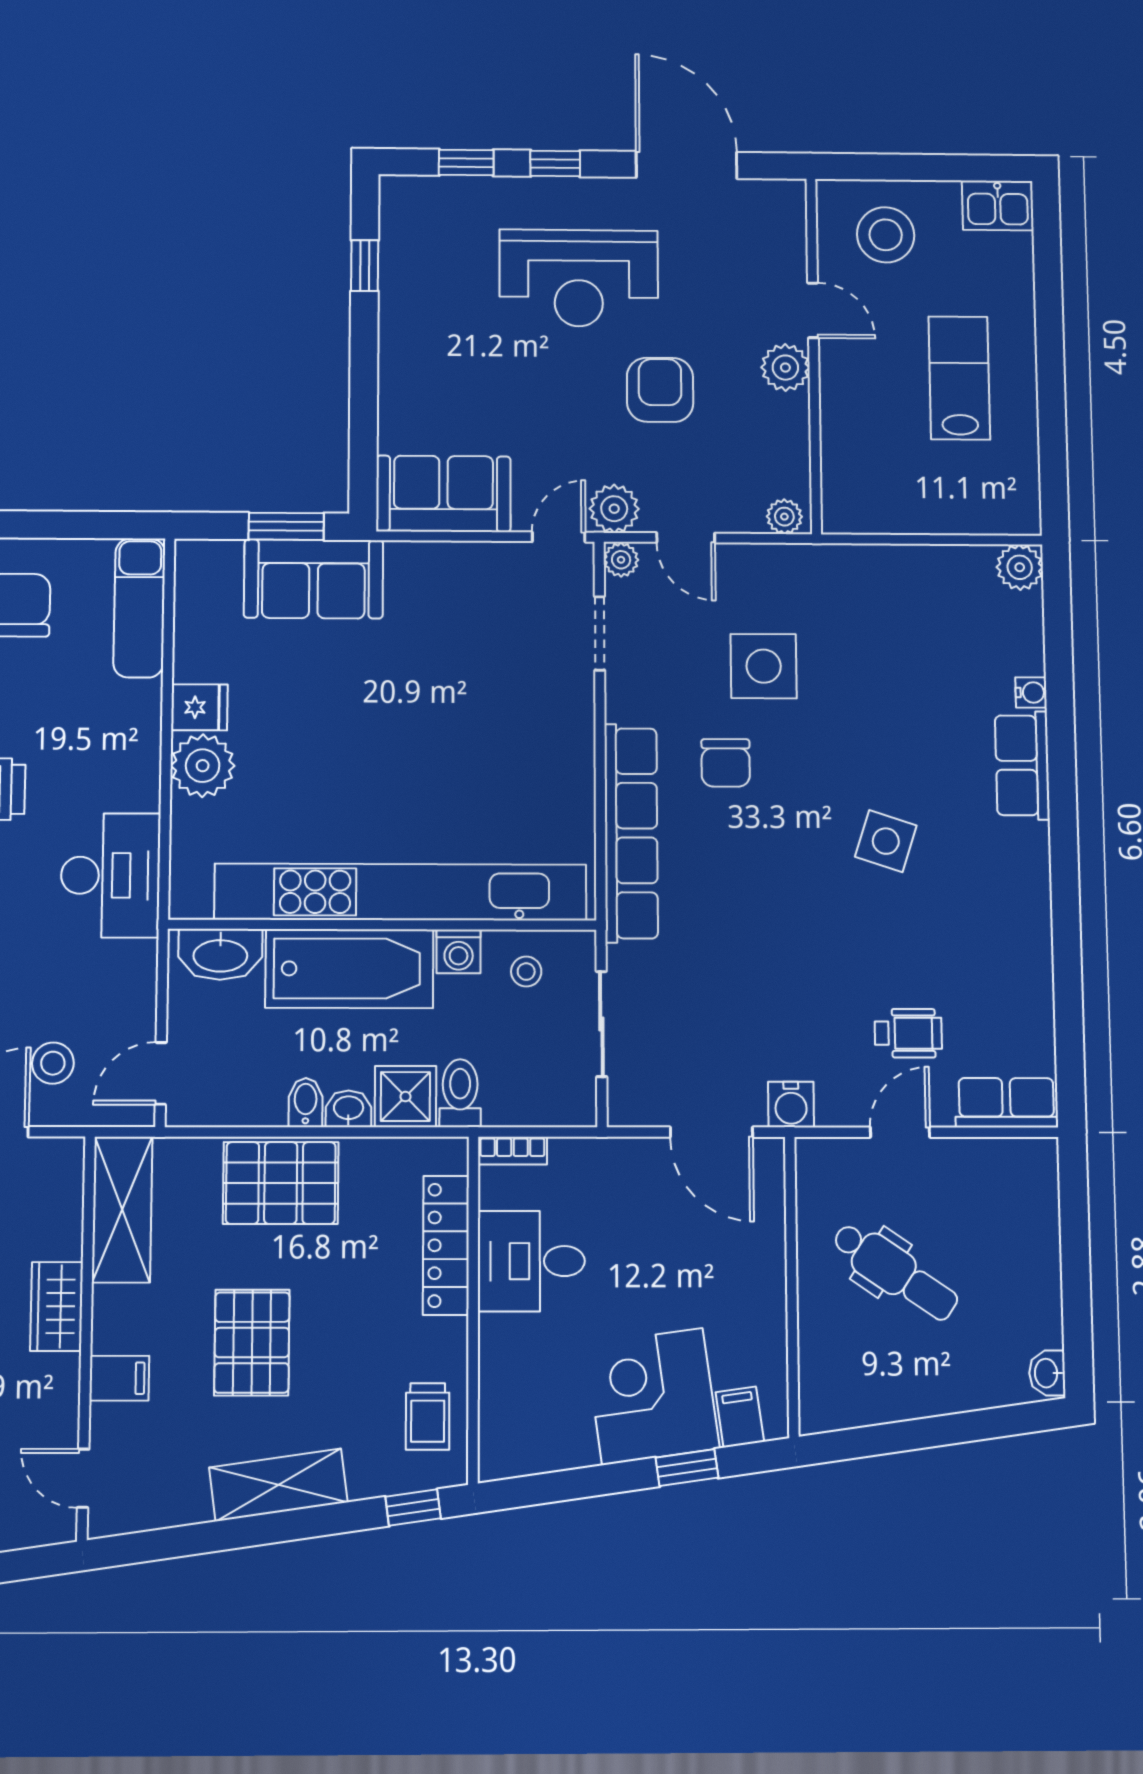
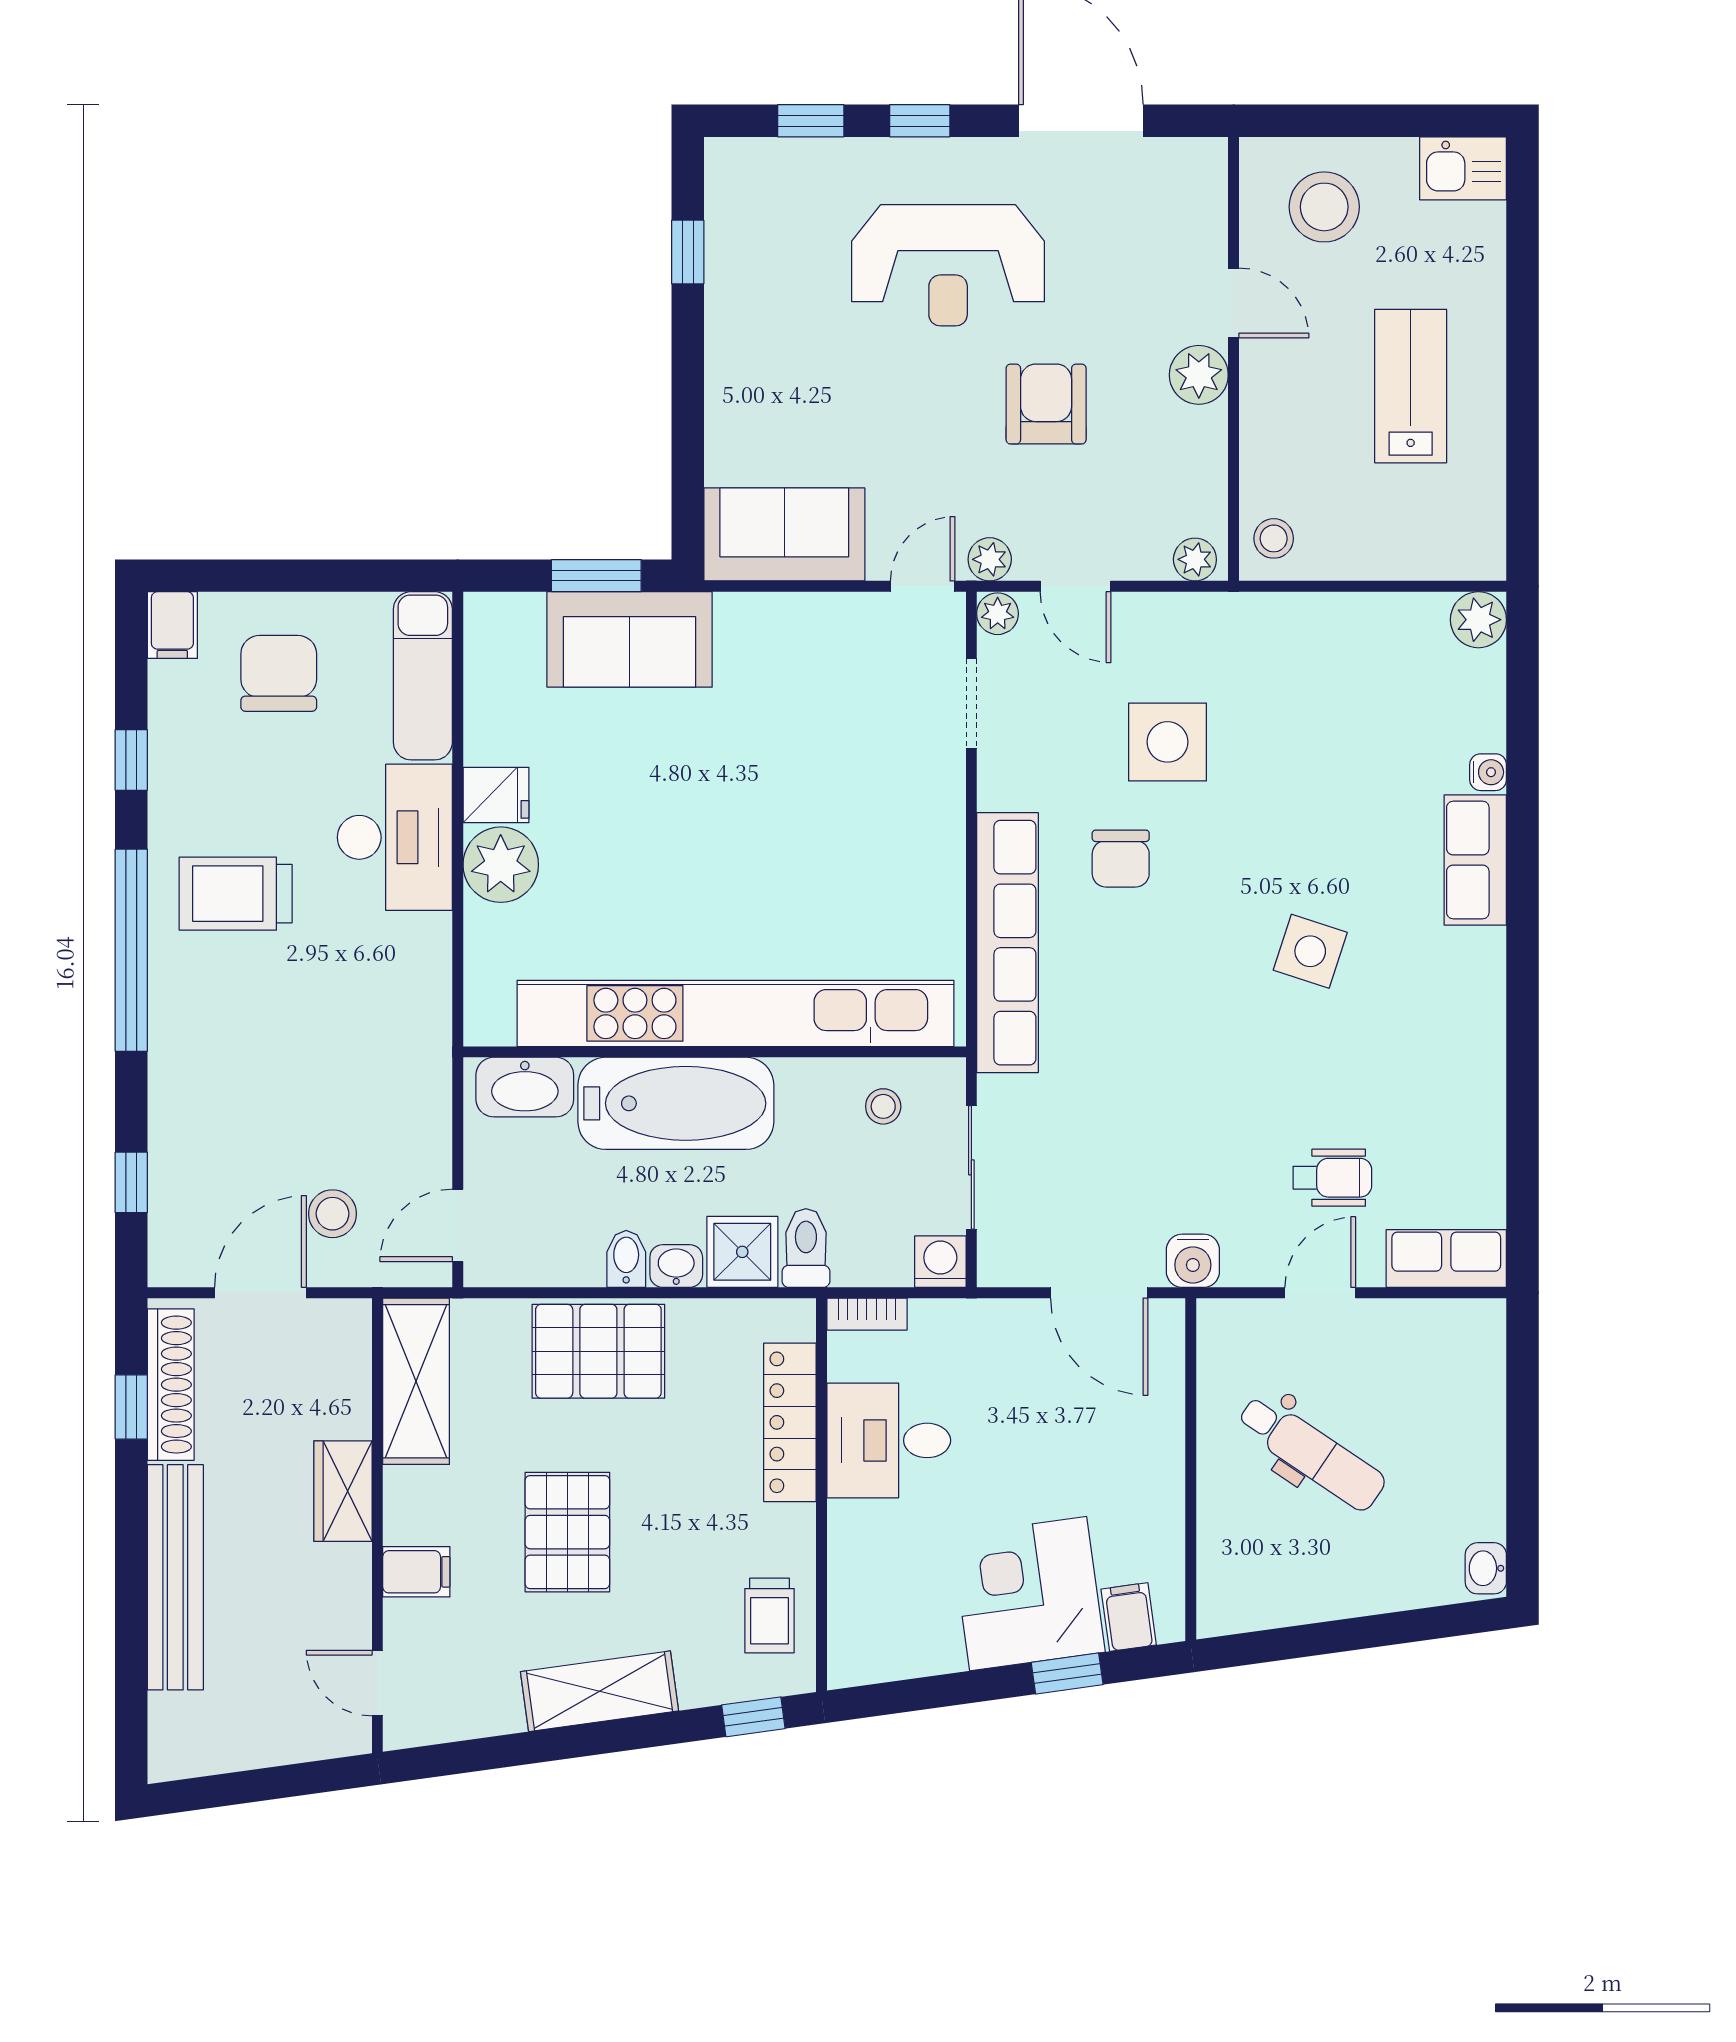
stool: (849, 500) -> (1274, 538), added
plant: (614, 509) -> (990, 559), width x0.73, depth x0.73
desk: (110, 875) -> (395, 837), moved
washing machine: (459, 951) -> (940, 1262), moved, turned 180

